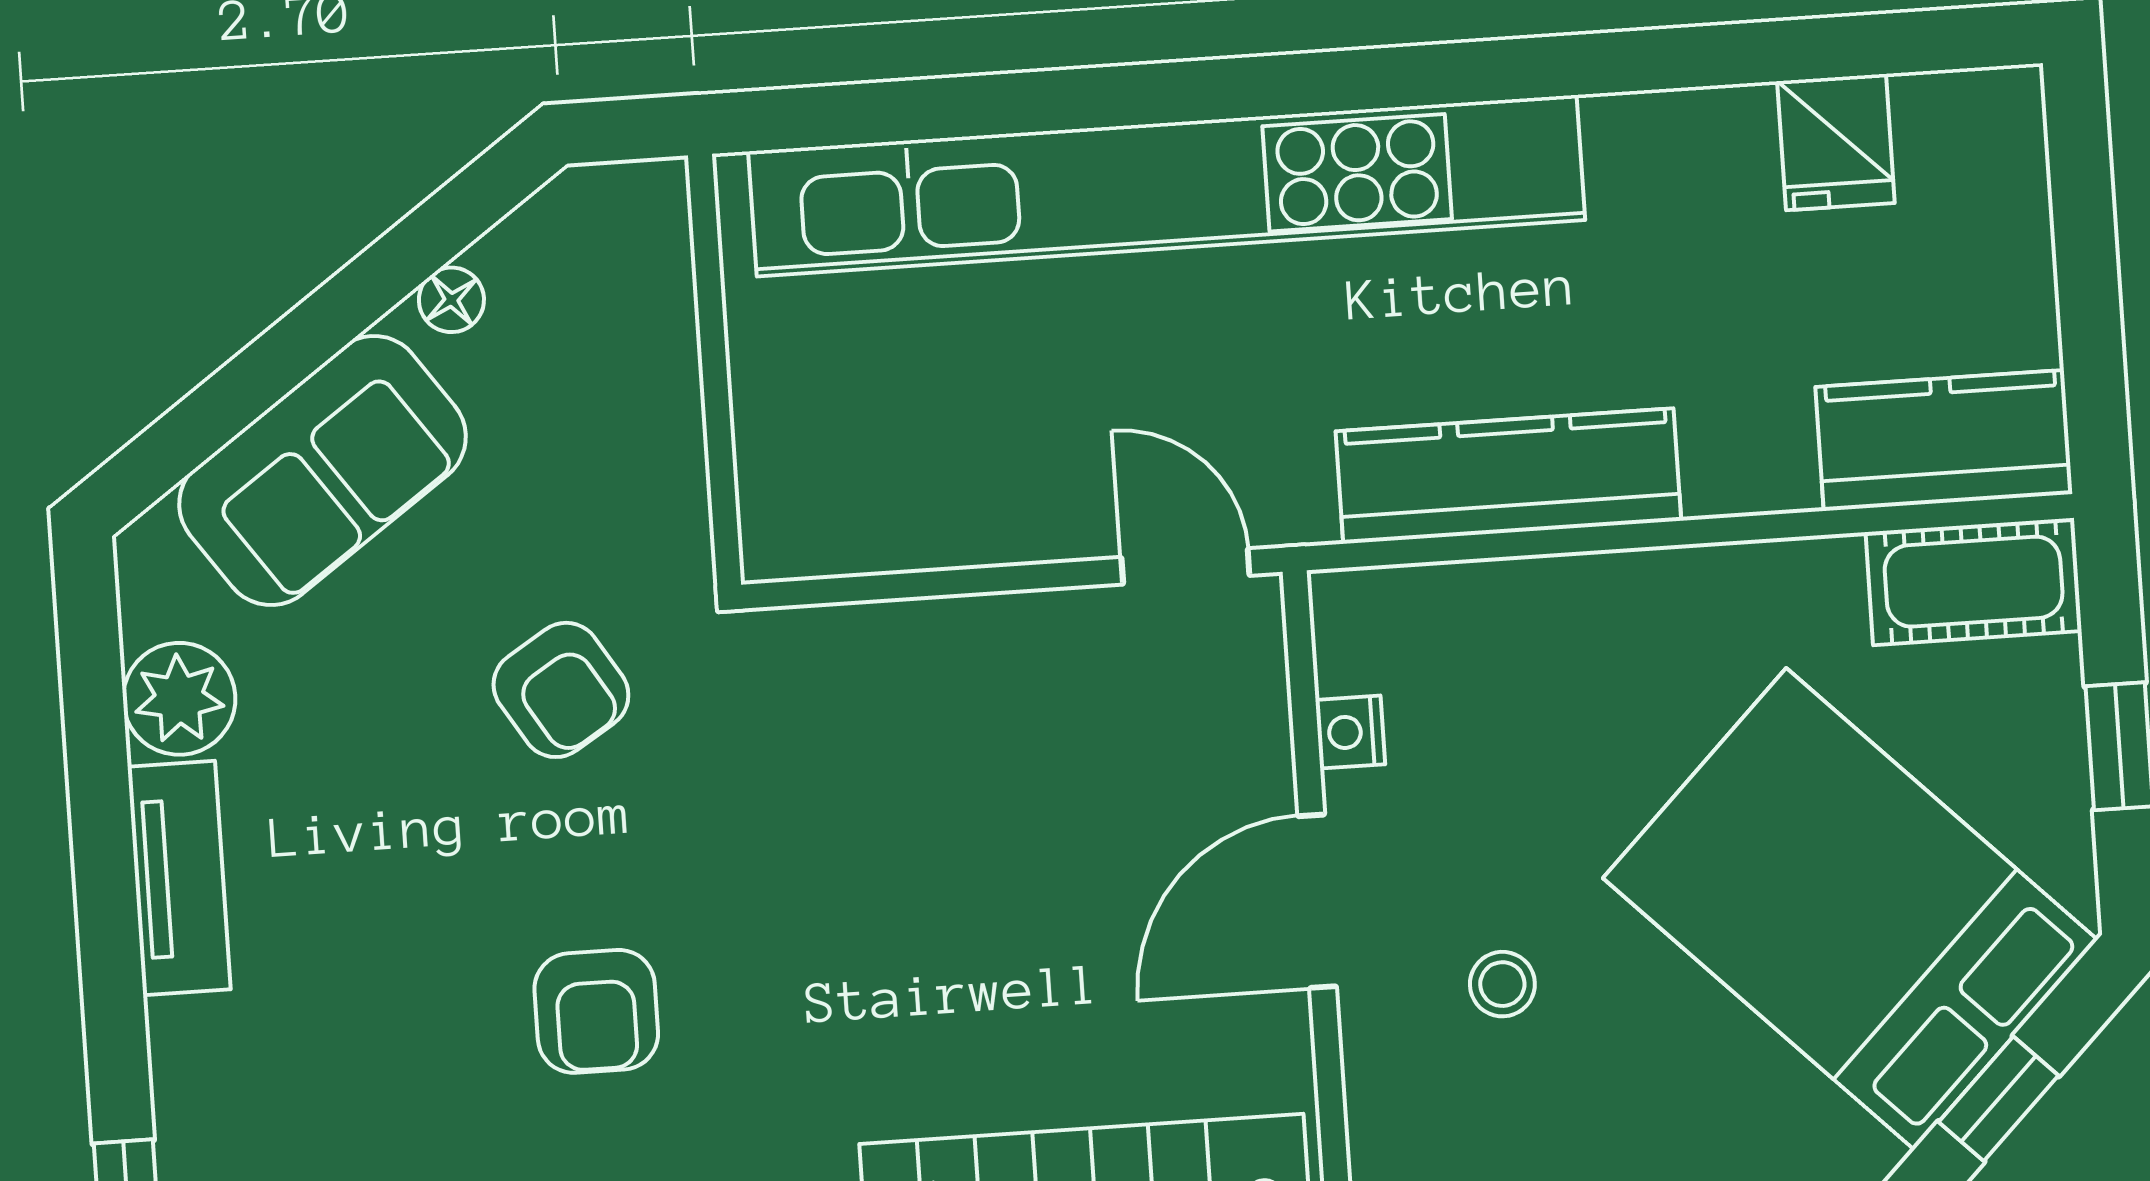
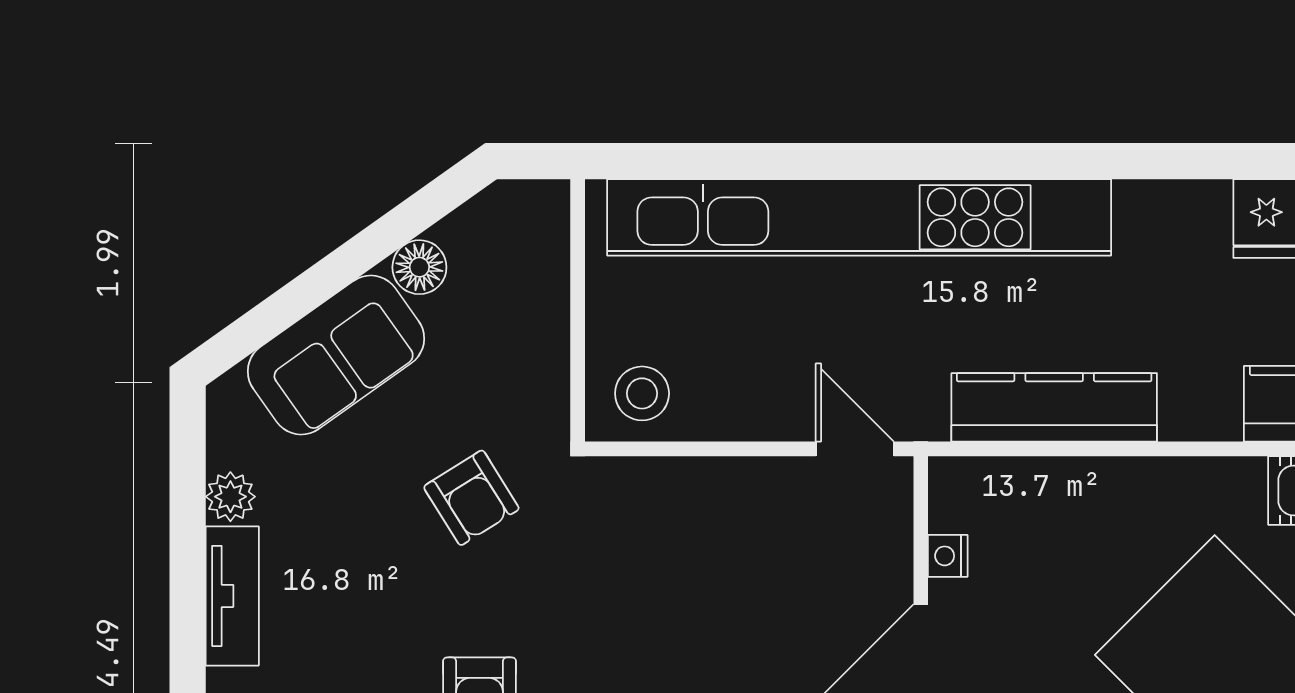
floor lamp: (451, 300) -> (419, 267), width x1.37, depth x1.37
stool: (830, 499) -> (642, 393), added
plant: (179, 699) -> (230, 497), width x0.73, depth x0.73

